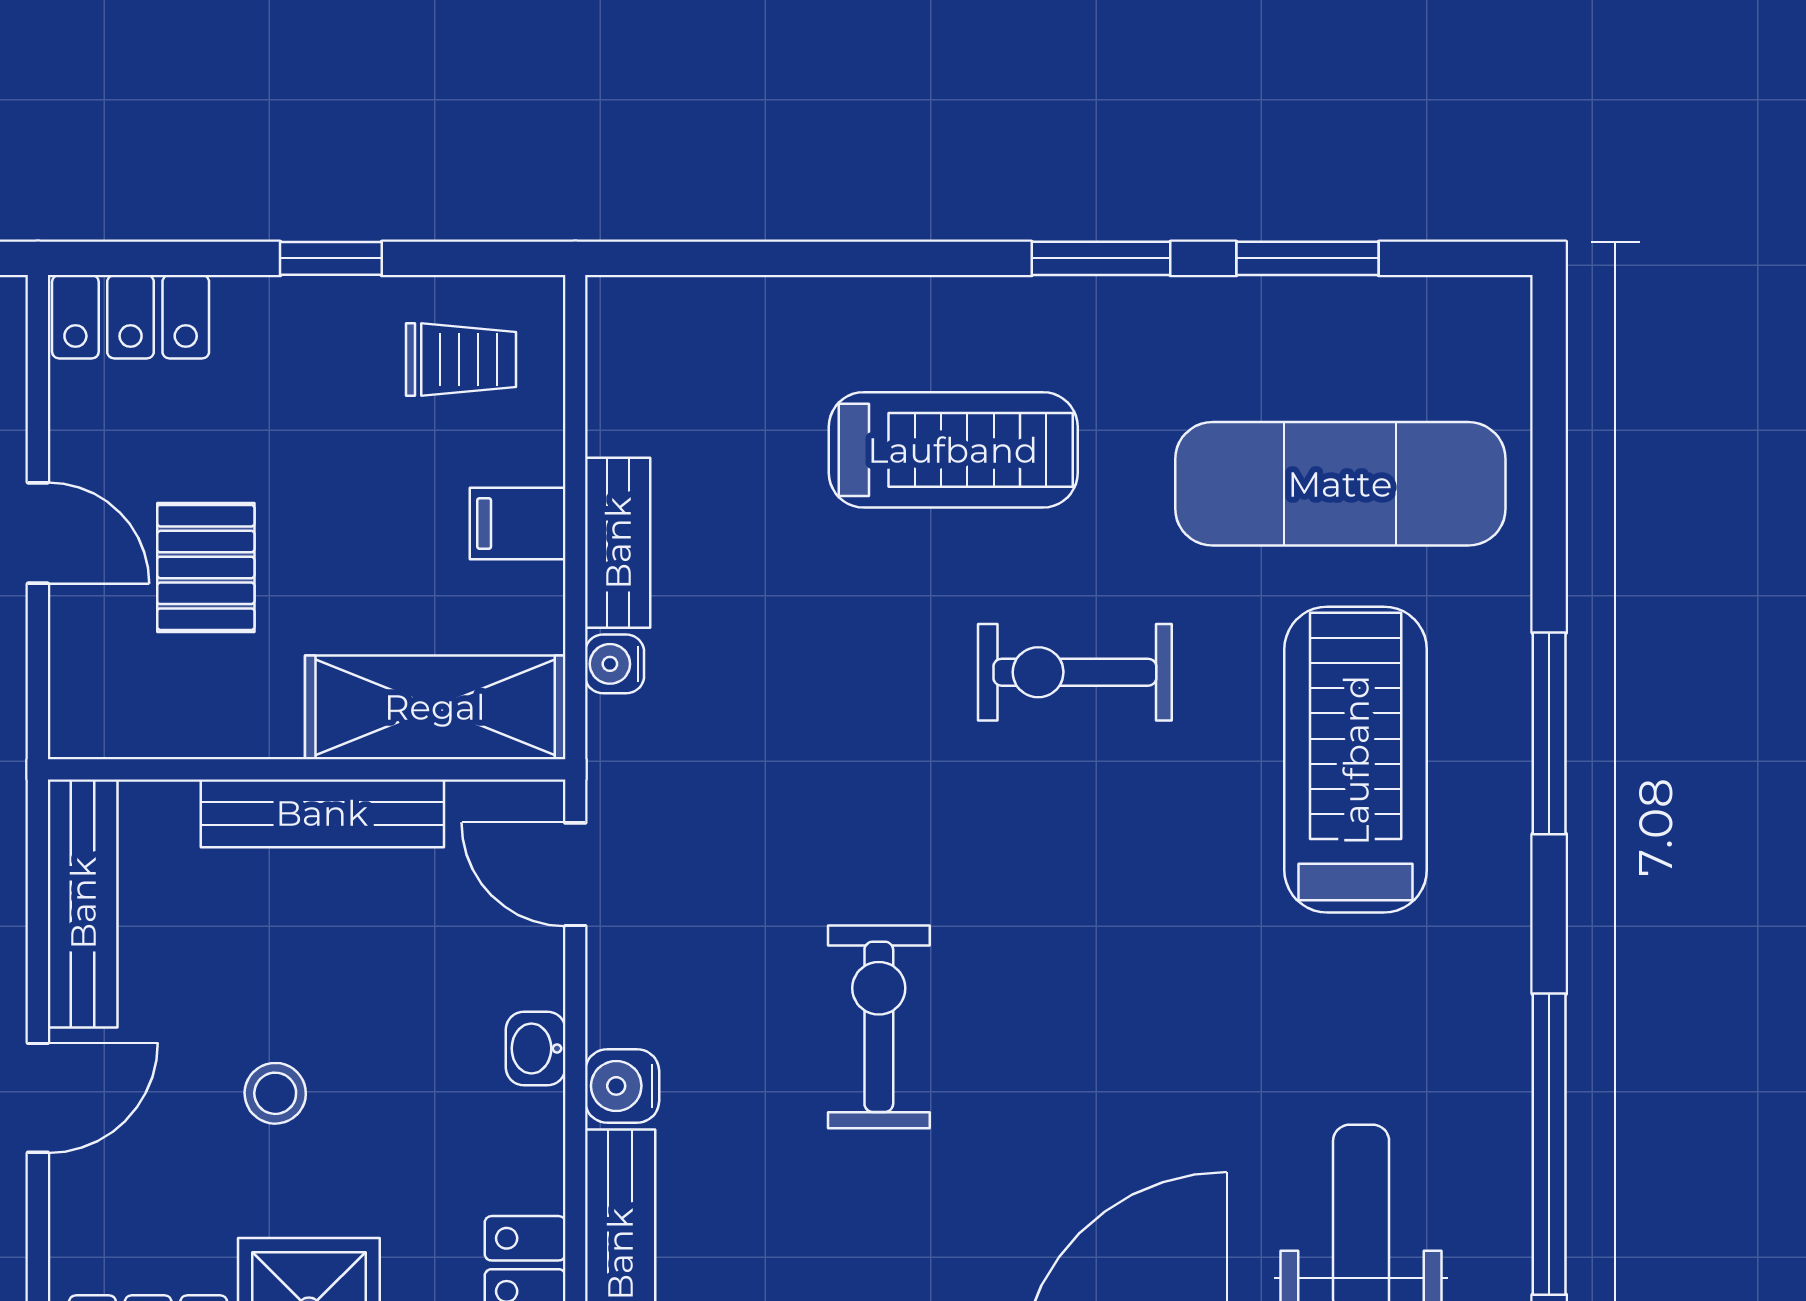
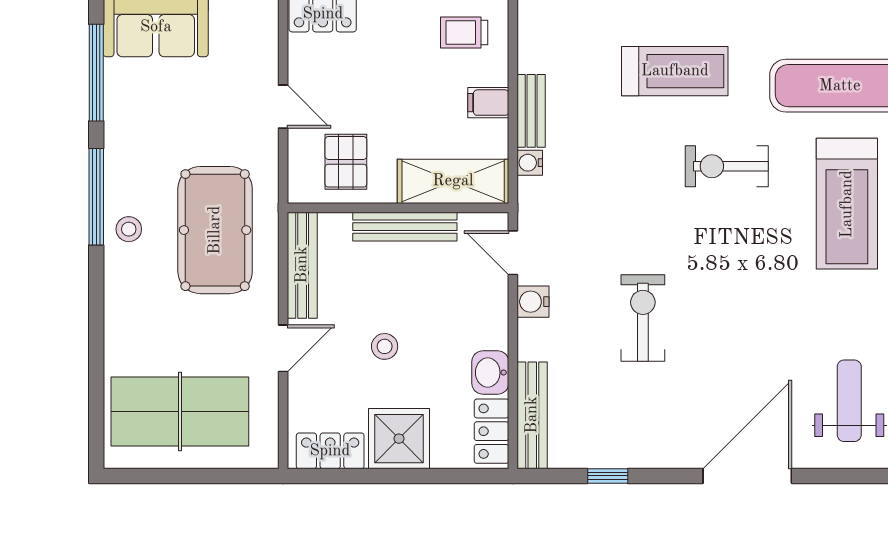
trolley: (461, 360) -> (464, 32), turned 180
pallet: (206, 567) -> (346, 162), moved
treadmill: (1356, 760) -> (847, 204), turned 180
washbasin: (536, 1048) -> (490, 373), moved, width x1.38, depth x1.45
water cooler: (622, 1086) -> (533, 302), moved

